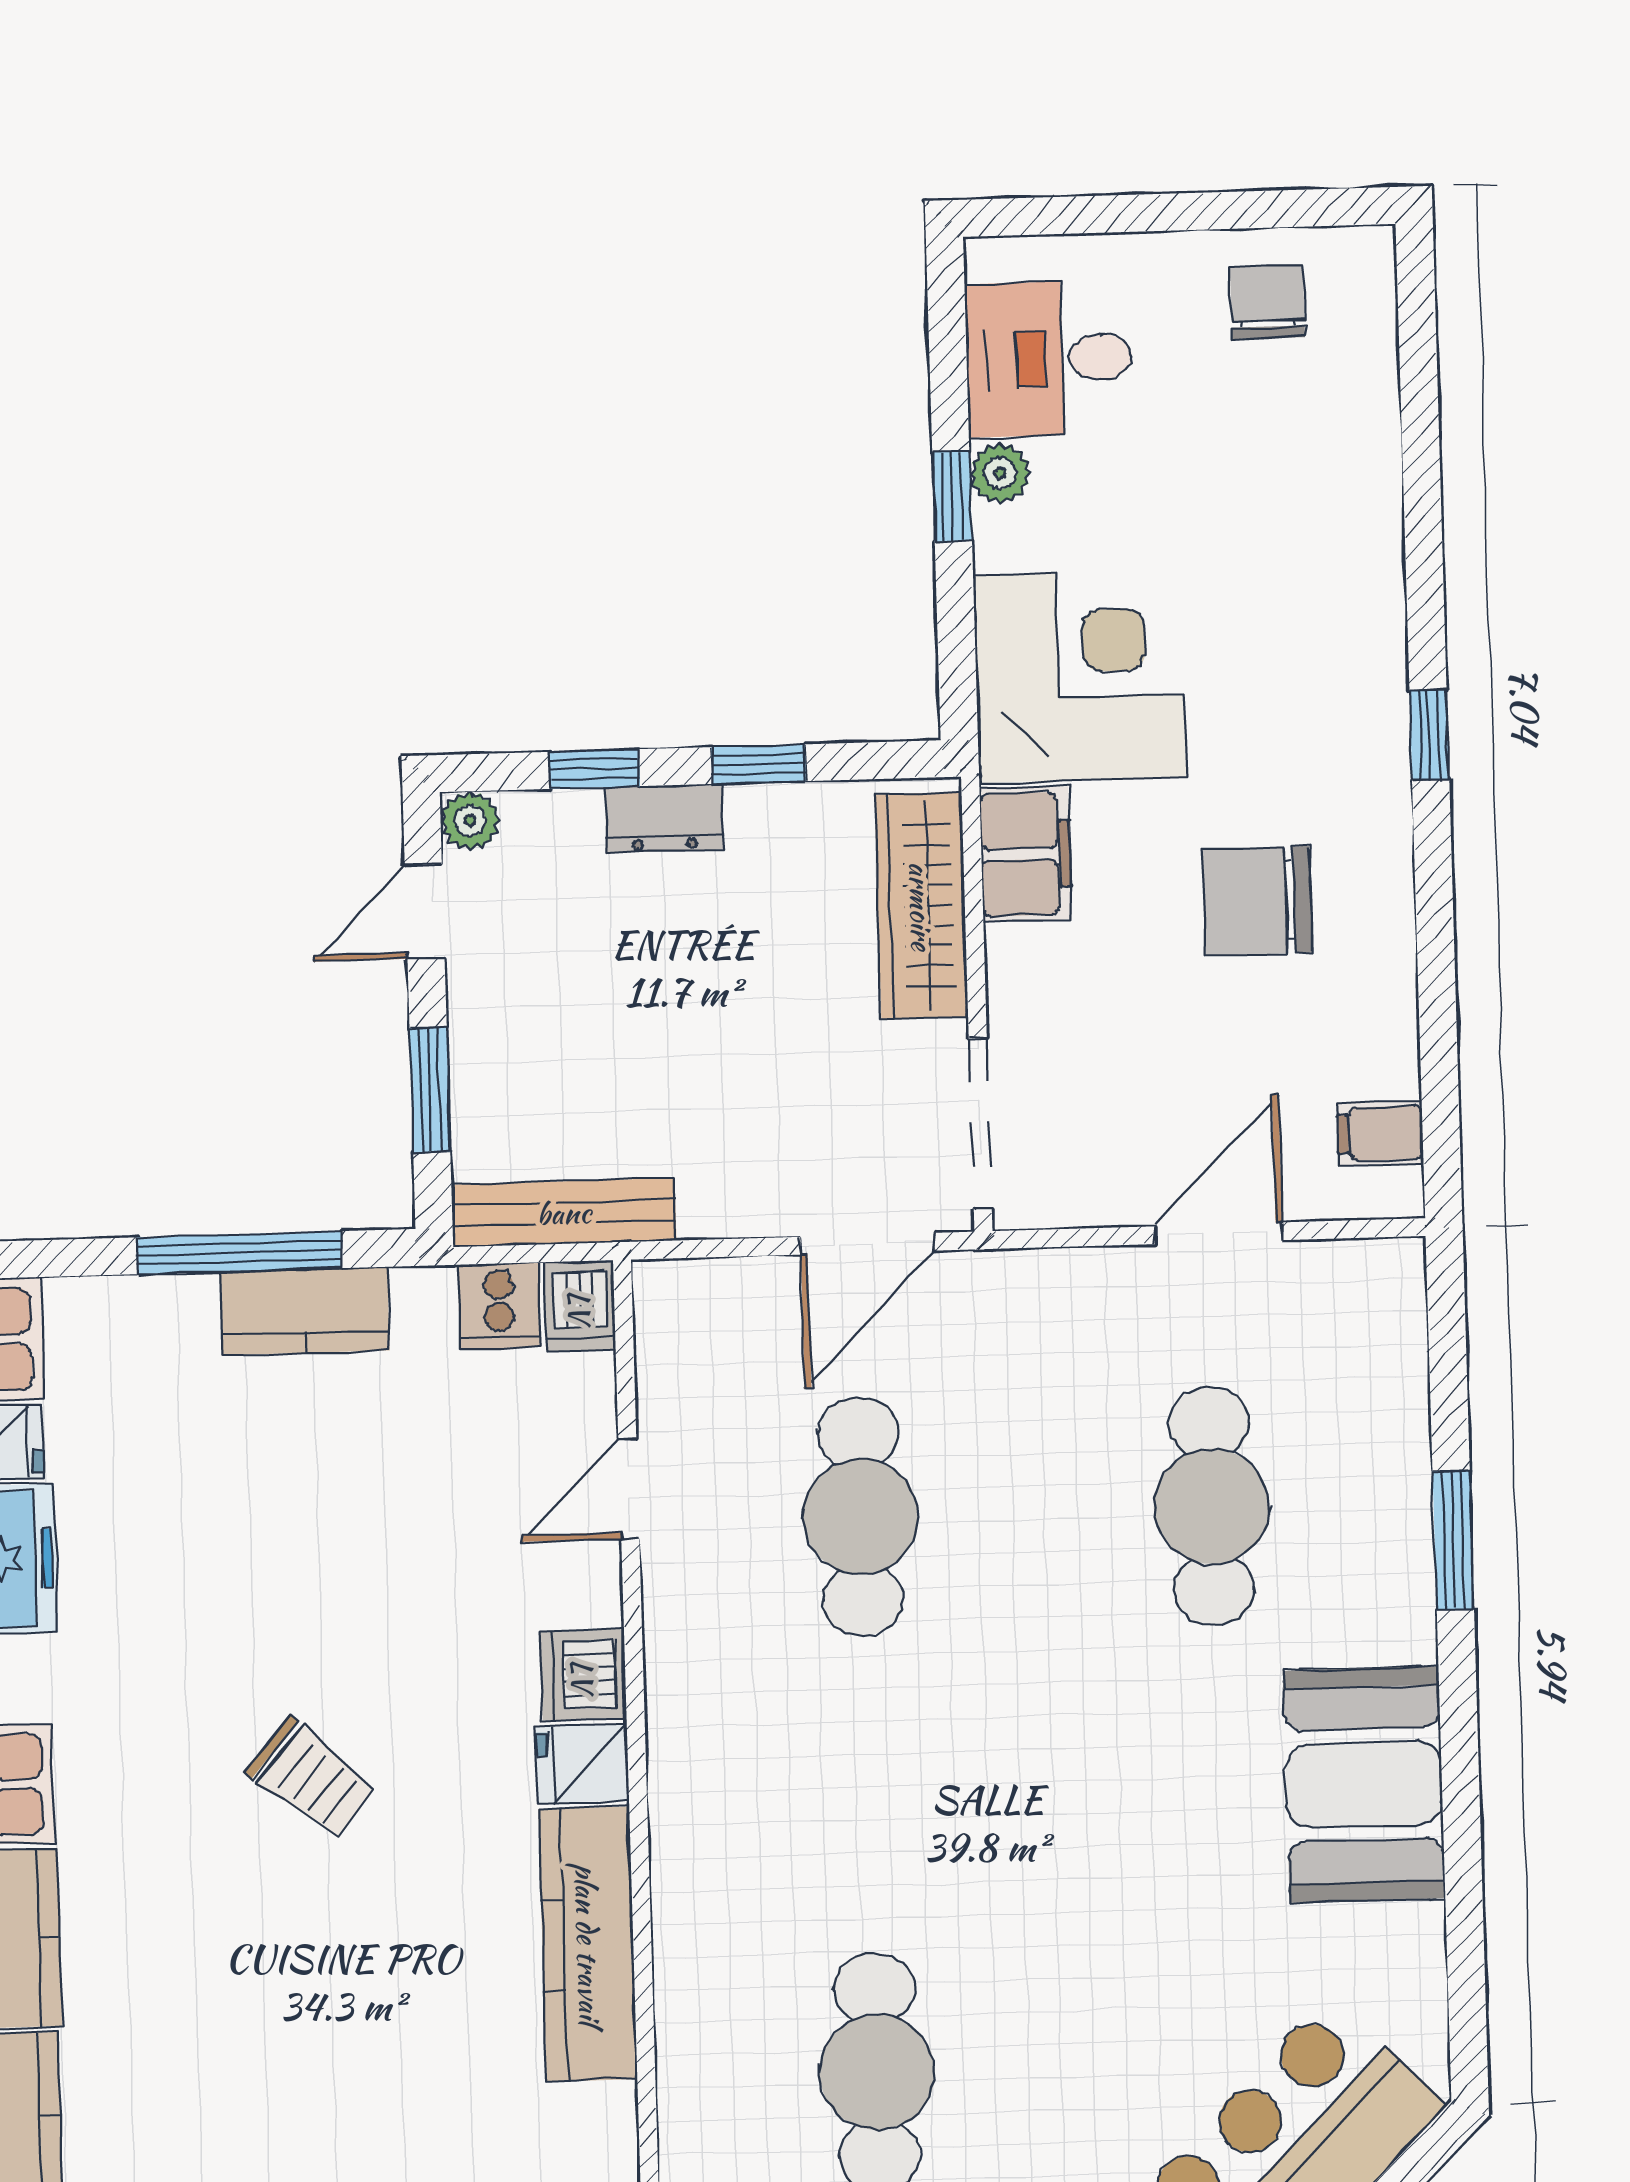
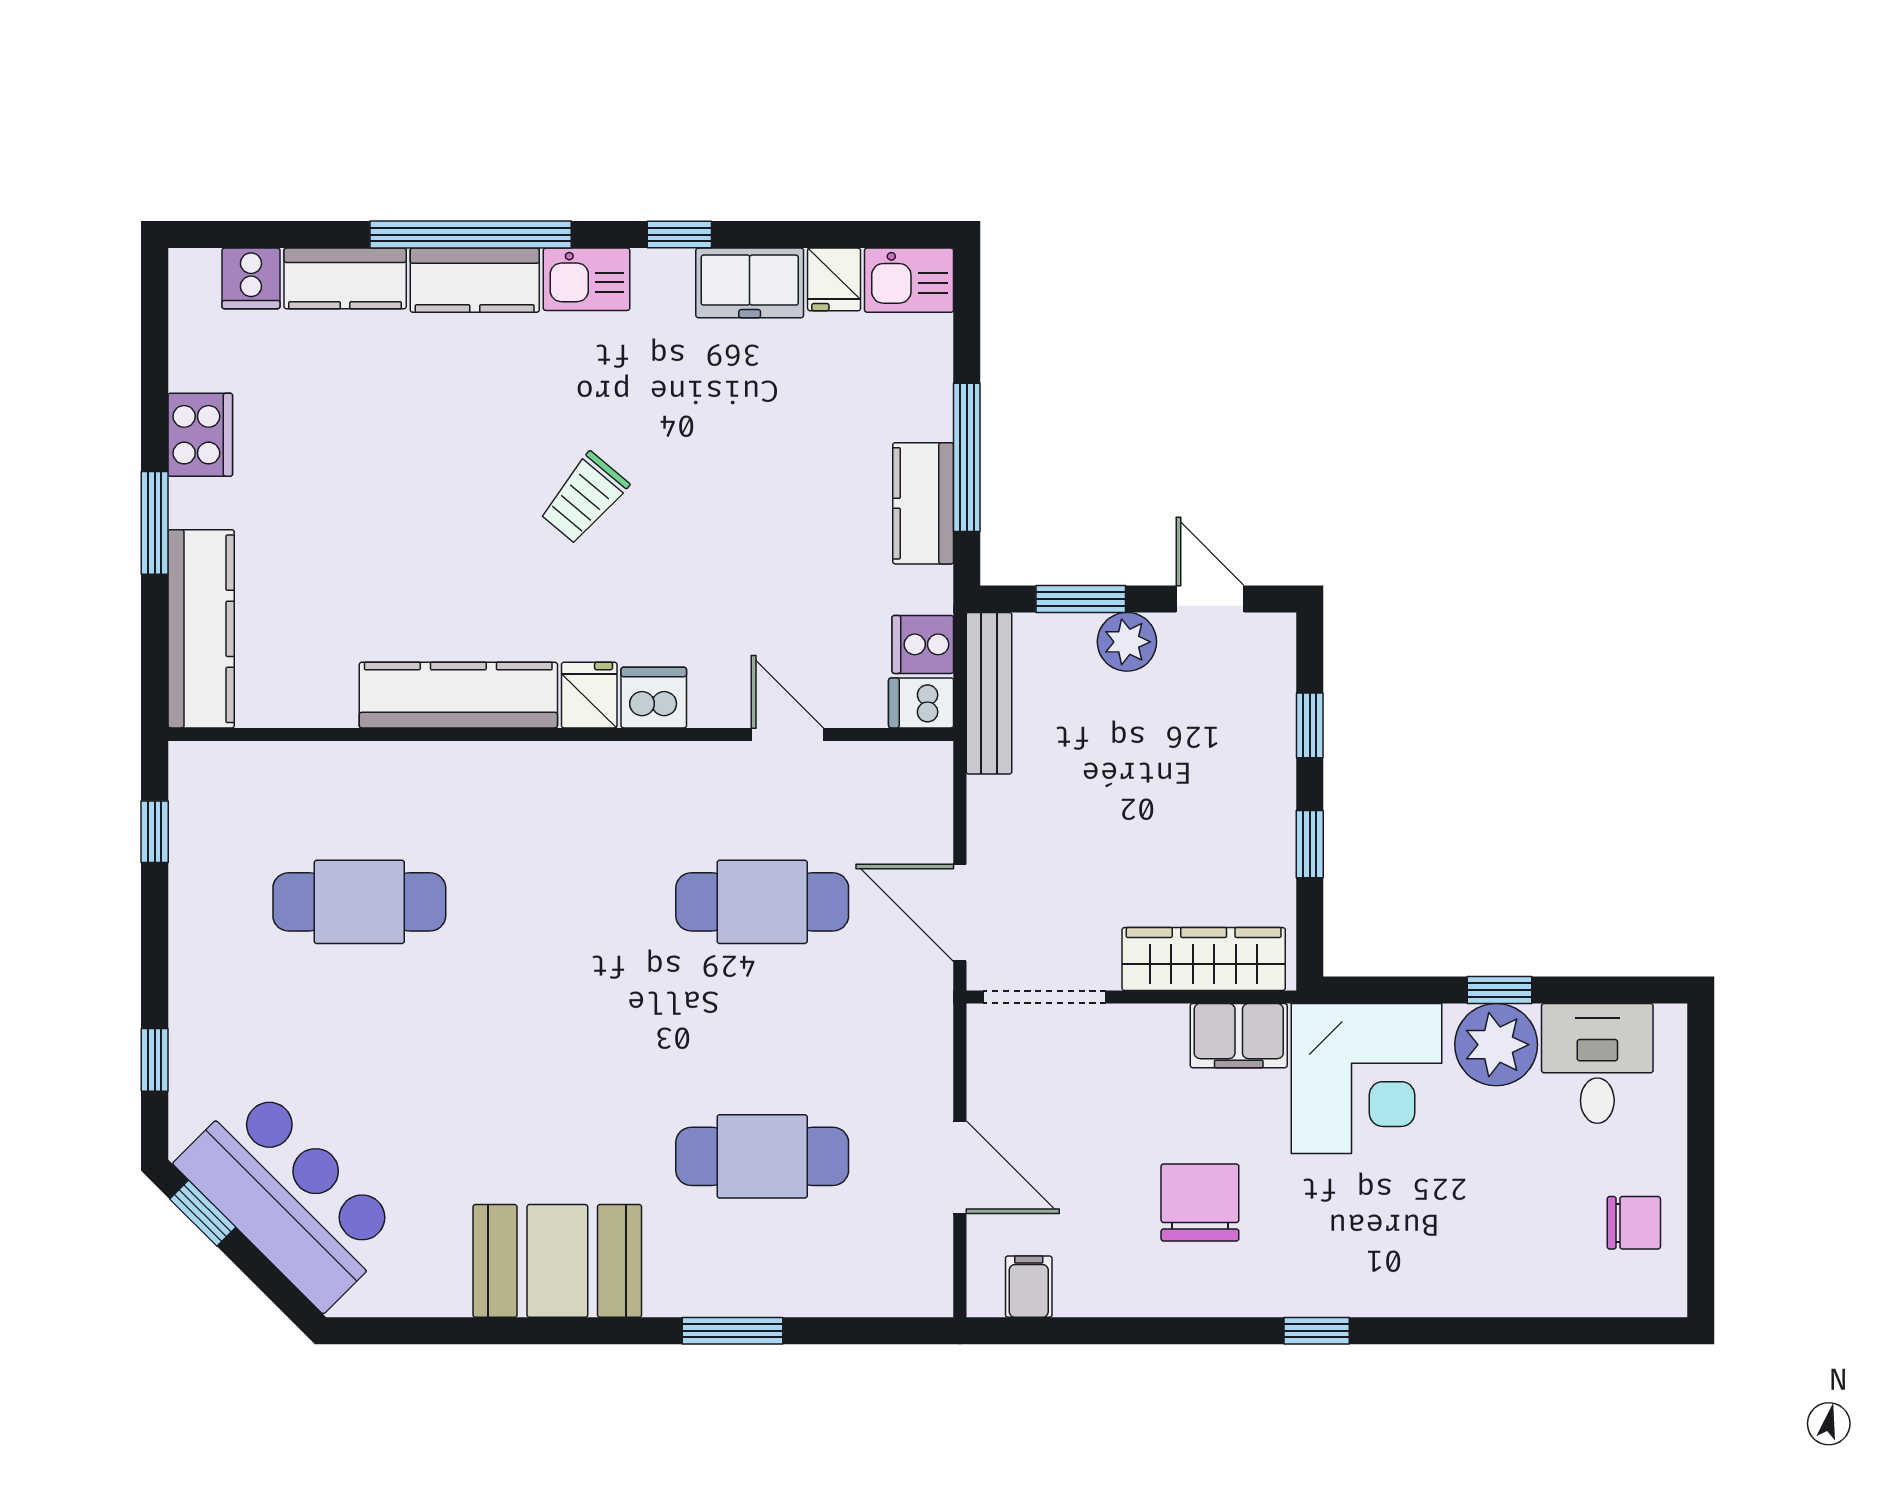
plant: (1000, 473) -> (1496, 1045), width x1.87, depth x1.87
dresser: (664, 818) -> (1272, 775), removed
plant: (470, 821) -> (1127, 642), moved, width x1.38, depth x1.38

